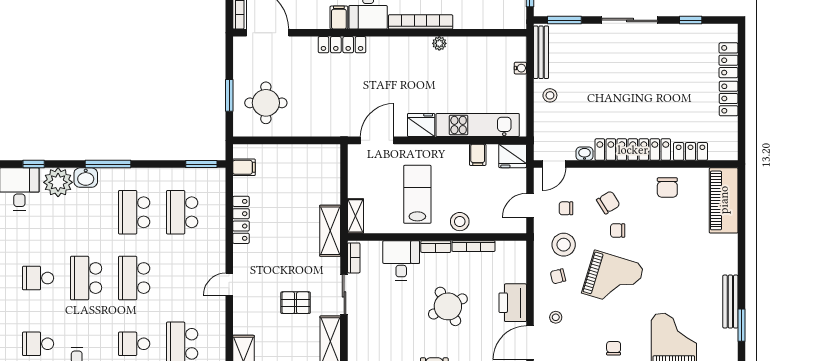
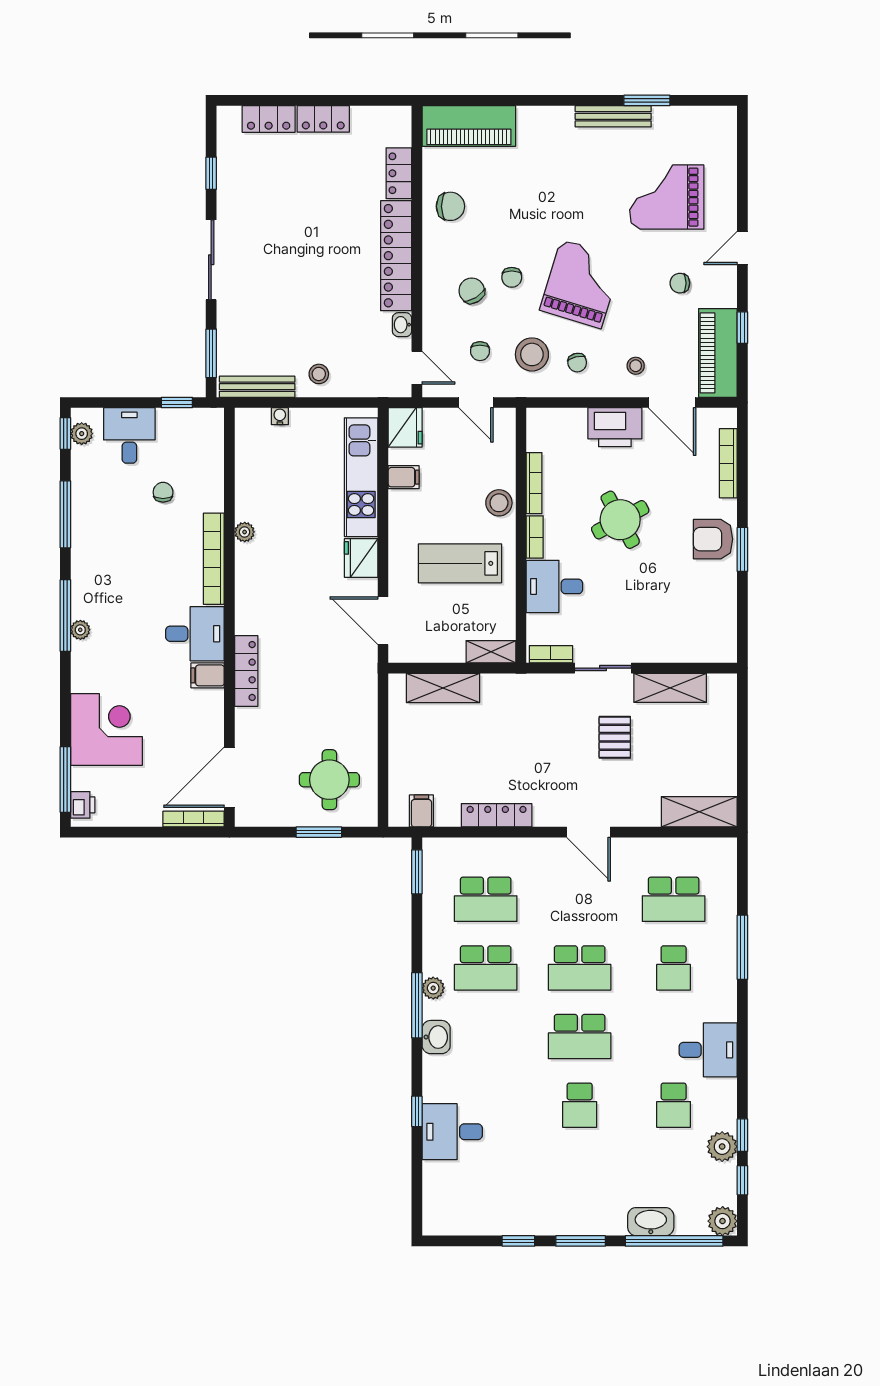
plant: (58, 182) -> (433, 988), moved, width x0.53, depth x0.53
shelving: (330, 231) -> (443, 688), moved
door: (229, 284) -> (588, 832), width x1.38

